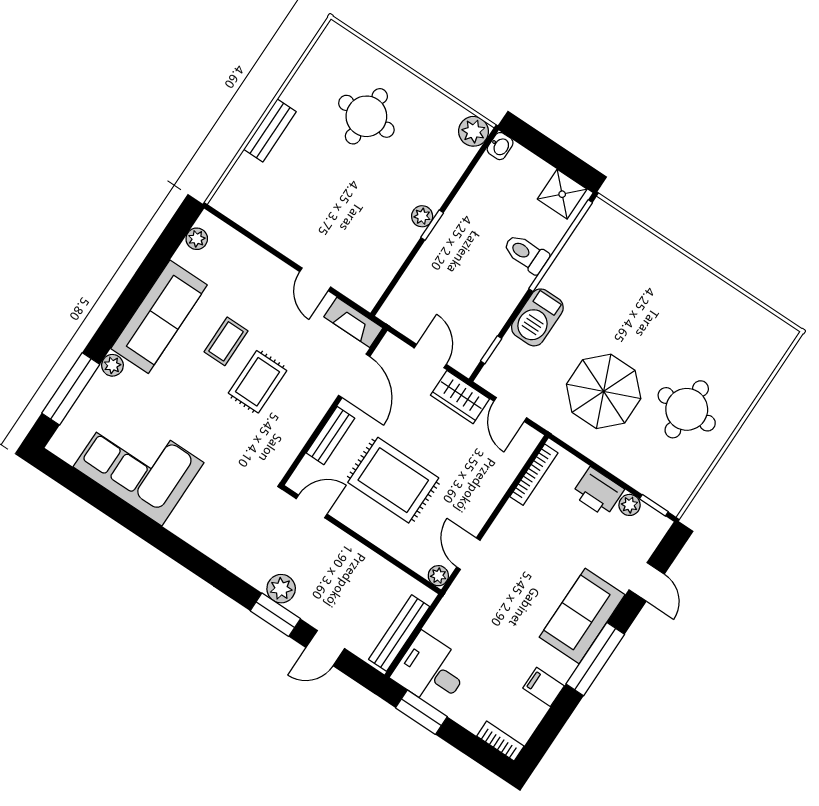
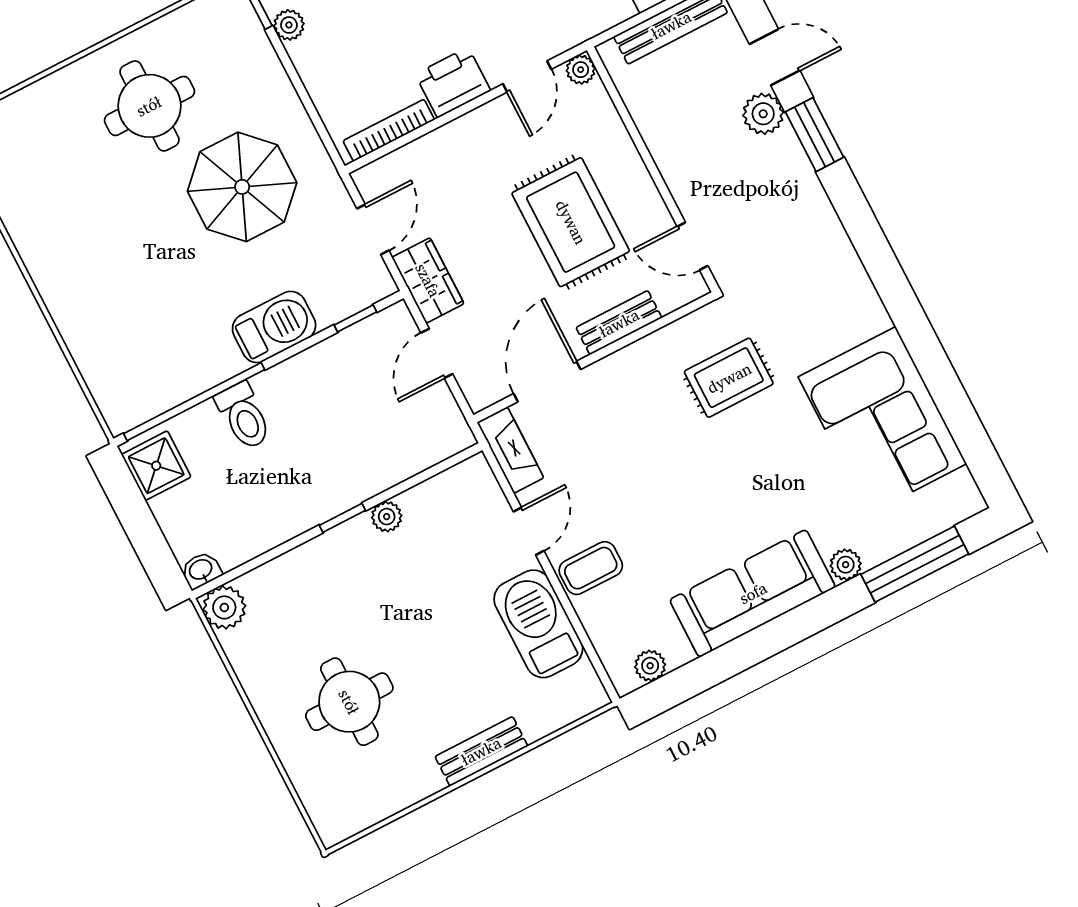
plant: (422, 216) -> (387, 517), moved
barbecue: (278, 227) -> (538, 624), added
coffee table: (226, 341) -> (591, 568), moved
rug: (257, 382) -> (729, 378), moved
printer: (598, 492) -> (453, 82), moved, turned -90
plant: (281, 589) -> (763, 114), moved

